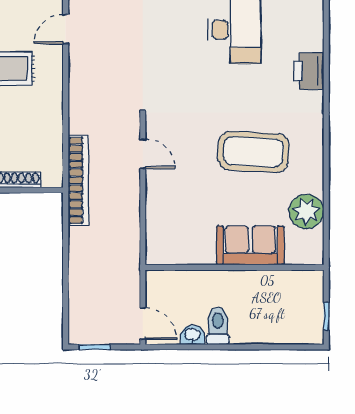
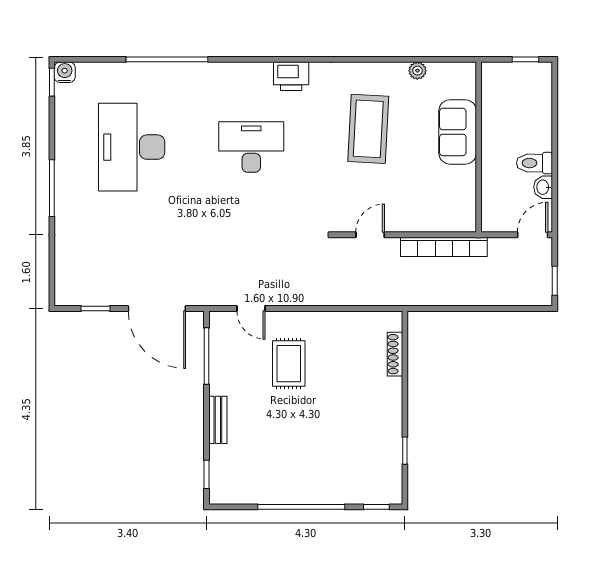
bookcase: (78, 180) -> (444, 247), moved, turned 180
plant: (306, 211) -> (417, 71), width x0.53, depth x0.53

